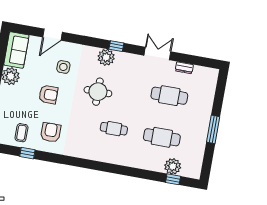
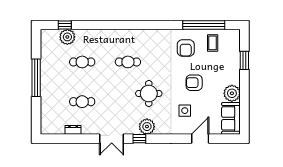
double door: (157, 54) -> (112, 139), moved
cafe table: (169, 96) -> (82, 102), width x0.73, depth x0.74
window: (213, 129) -> (36, 78), width x1.46
cafe table: (162, 137) -> (82, 62), width x0.73, depth x0.74
window: (27, 153) -> (204, 25), width x3.17

